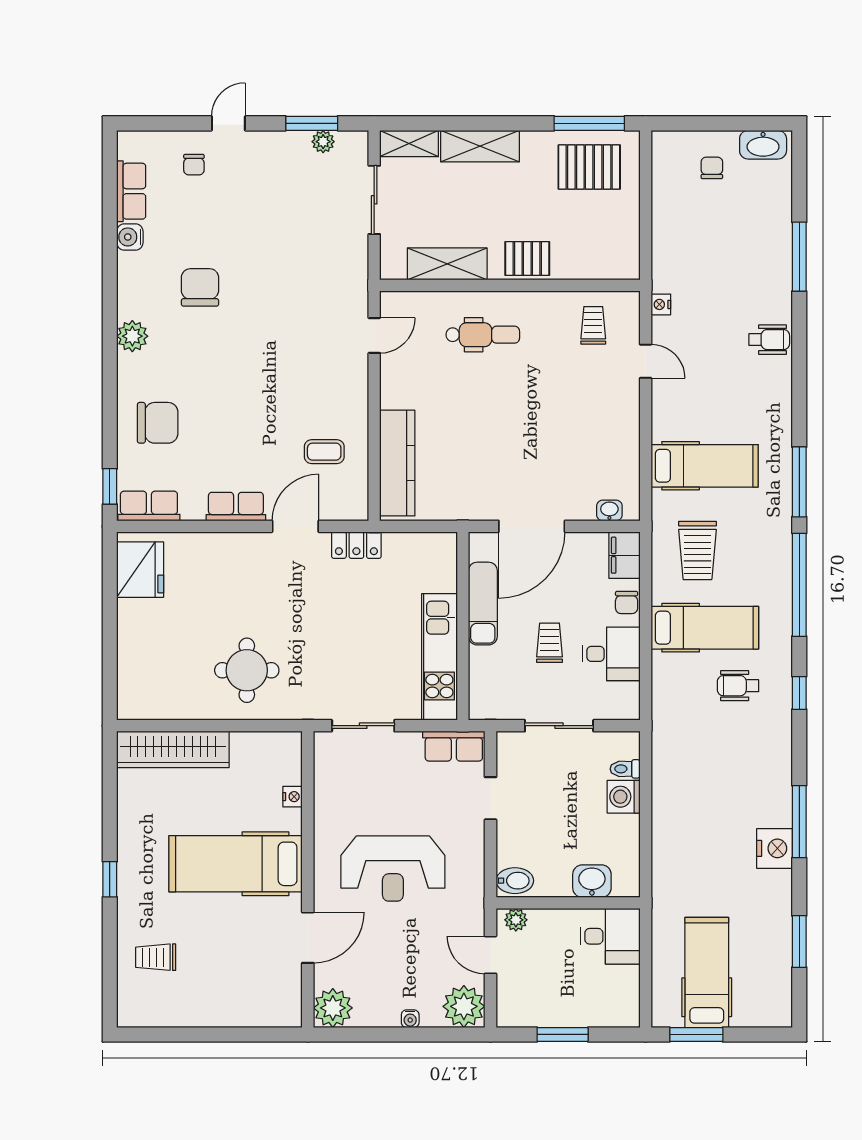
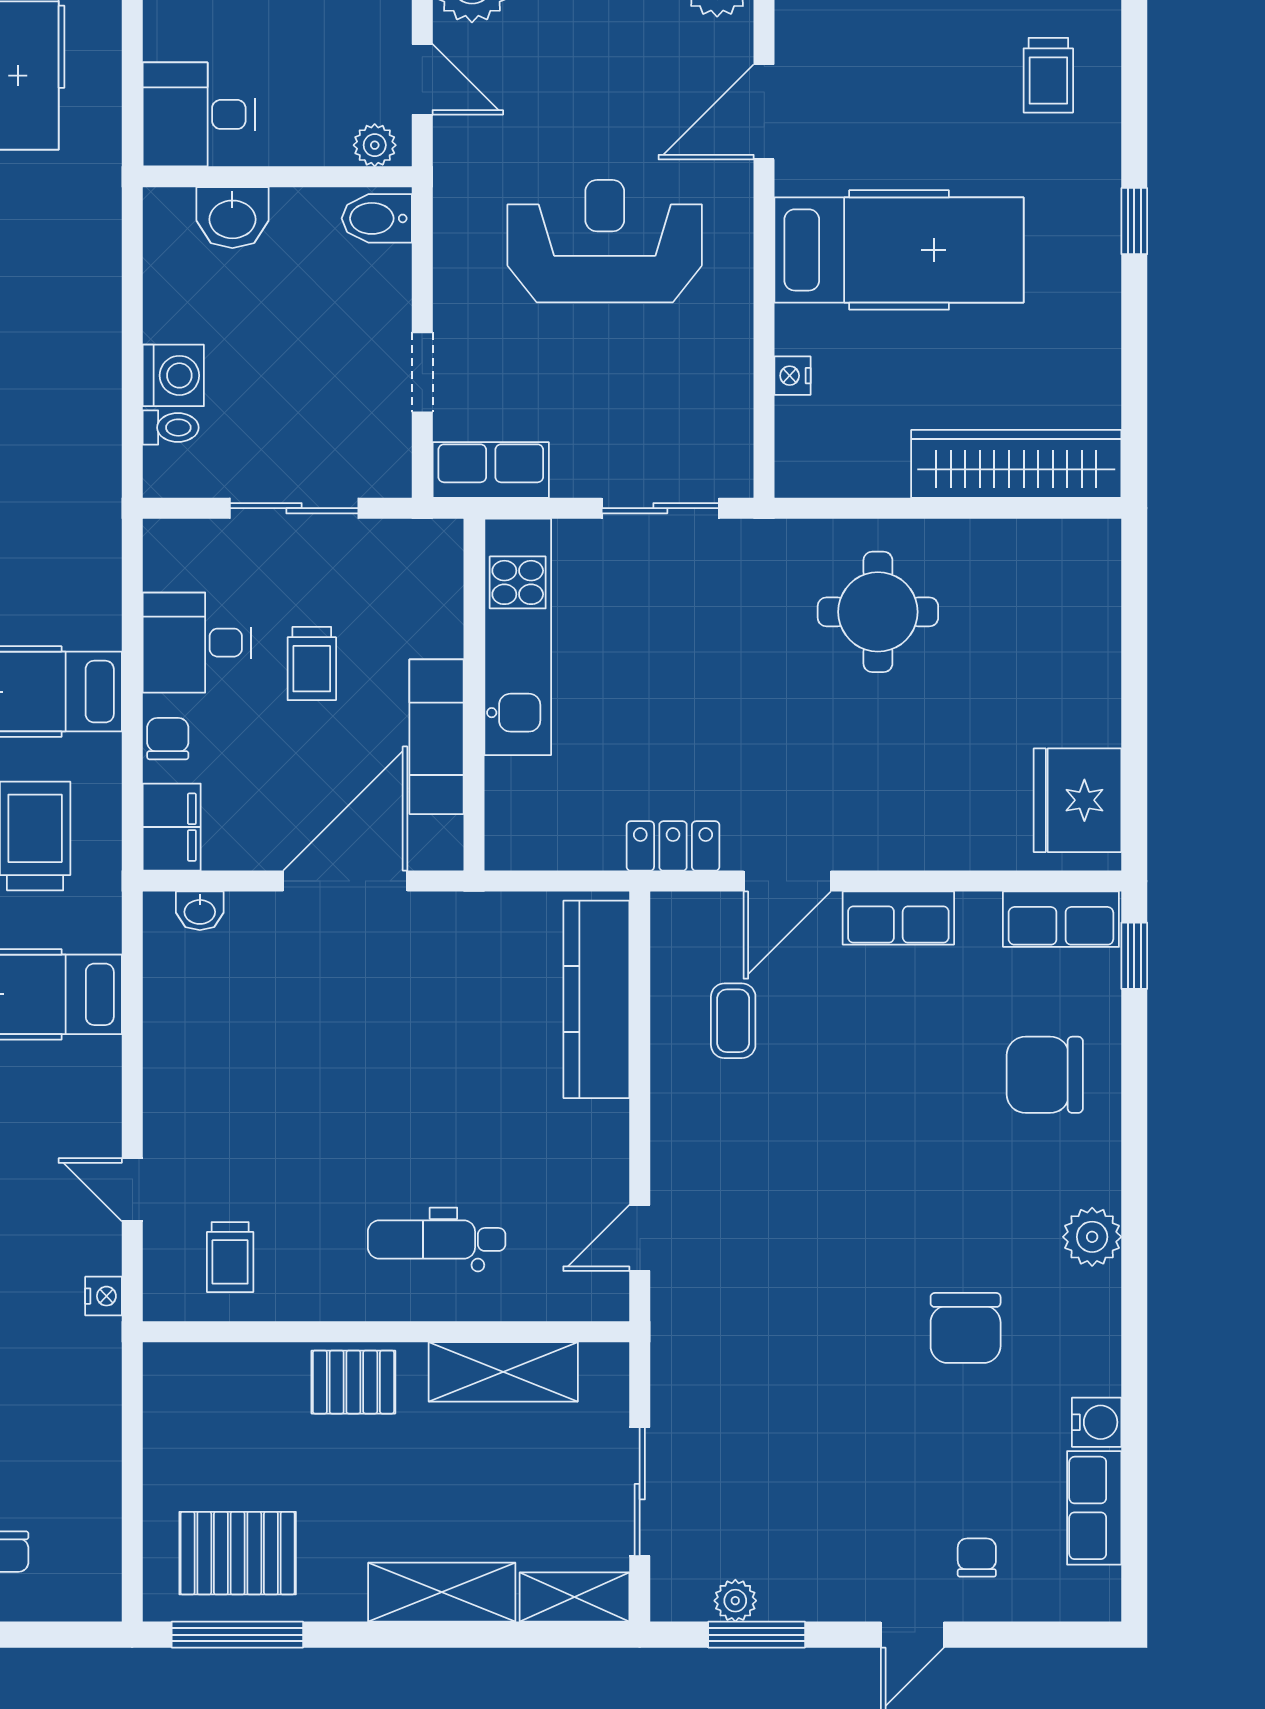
coffee table: (324, 452) -> (733, 1021), turned 90
trolley: (156, 957) -> (1048, 75), turned 90

